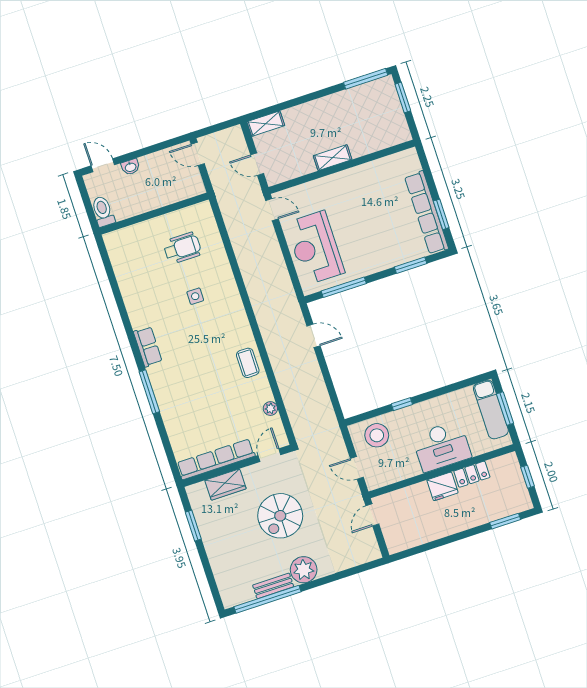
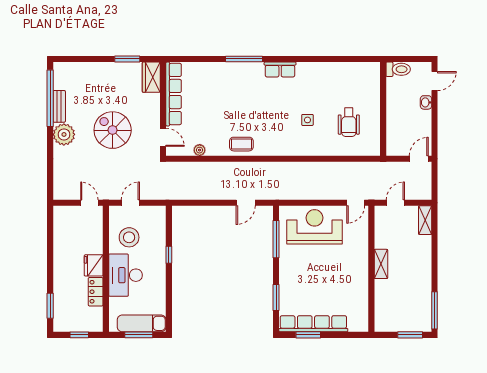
stool: (377, 435) -> (129, 237), moved
wardrobe: (225, 485) -> (151, 77), moved

